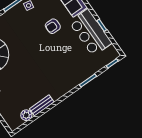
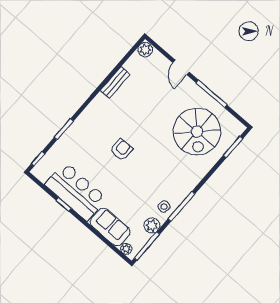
armchair: (53, 26) -> (121, 150), moved
plant: (26, 115) -> (145, 50), moved

